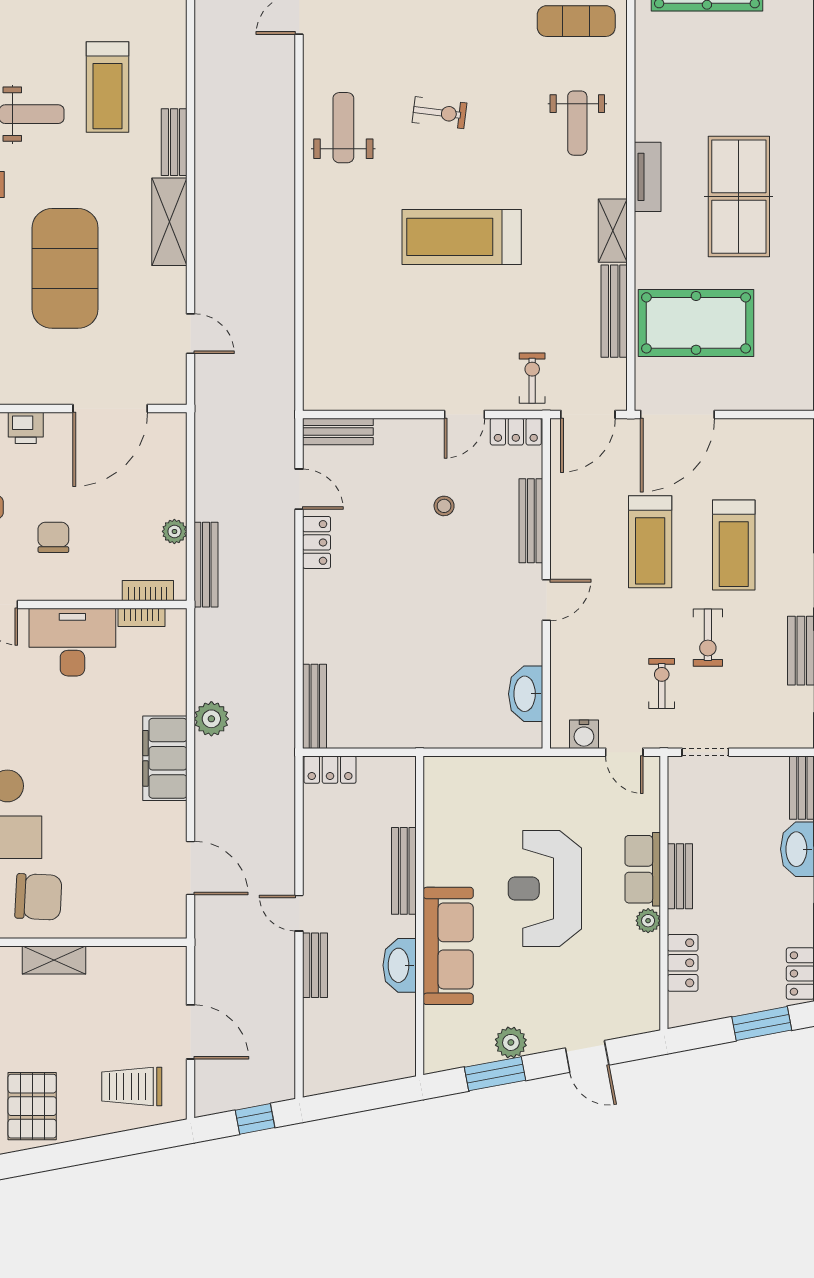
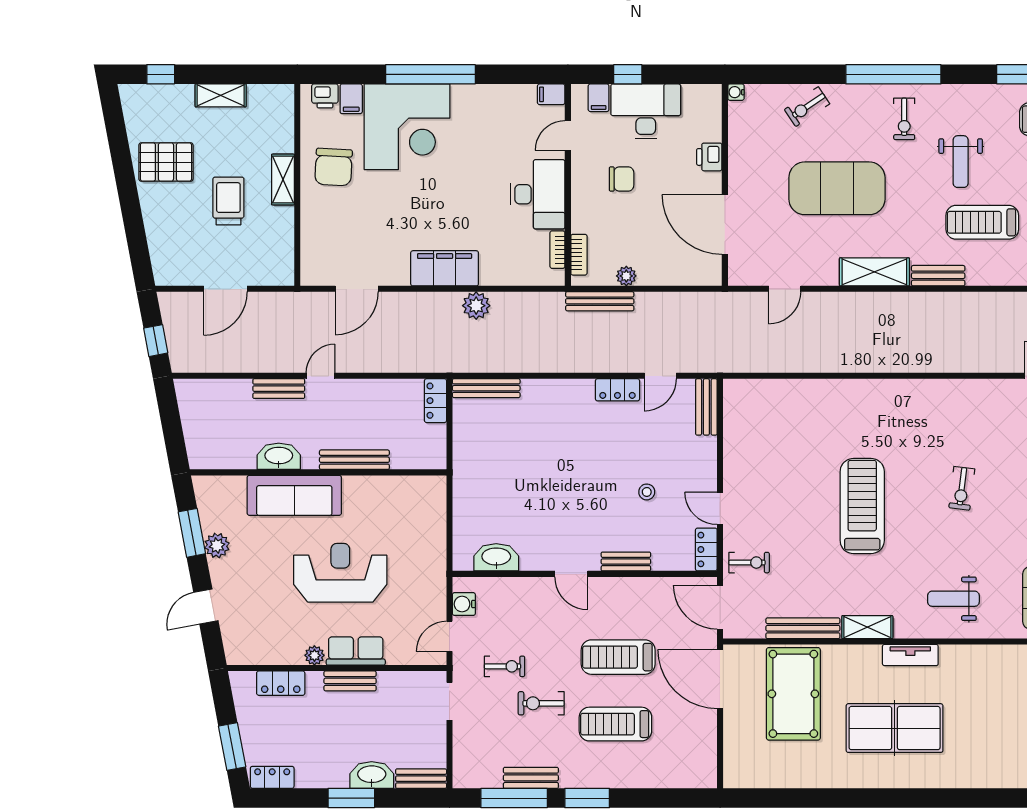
weight bench: (343, 128) -> (950, 411), removed
bench: (531, 521) -> (626, 561), width x0.73
trolley: (132, 1087) -> (228, 201), moved

